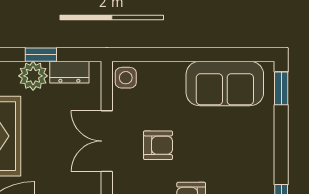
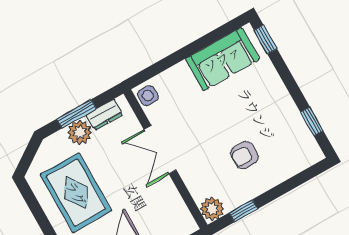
window: (41, 55) -> (77, 114), width x1.50
armchair: (158, 145) -> (199, 132), removed

